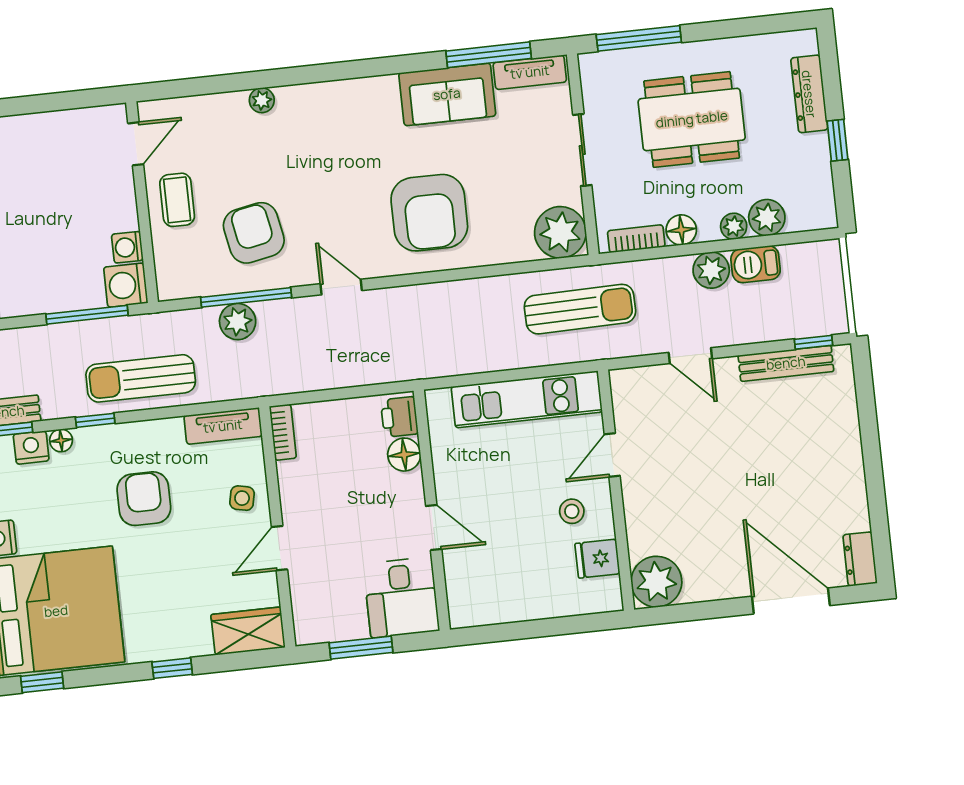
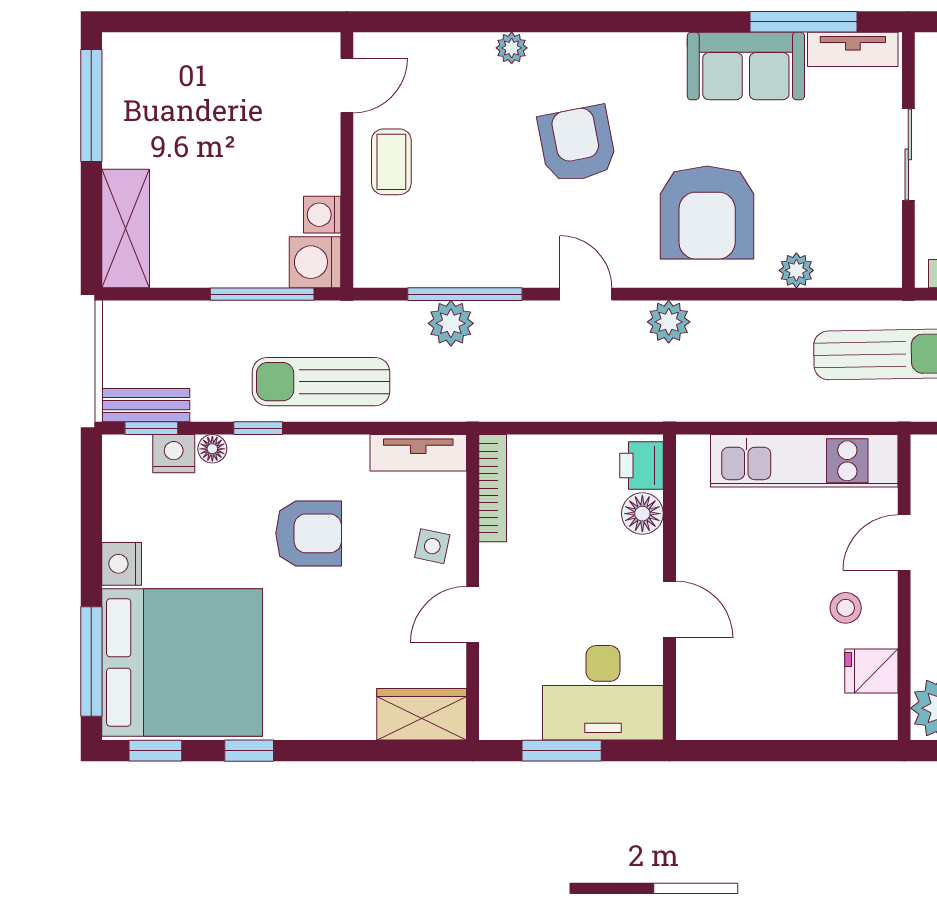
plant: (560, 232) -> (796, 270), moved, width x0.53, depth x0.53
armchair: (254, 233) -> (577, 144), moved
plant: (408, 302) -> (669, 322), added
bookcase: (283, 432) -> (493, 488), width x1.56
armchair: (144, 499) -> (309, 533), turned 90
desk: (401, 597) -> (603, 693), width x1.37
window: (172, 668) -> (249, 751), moved

